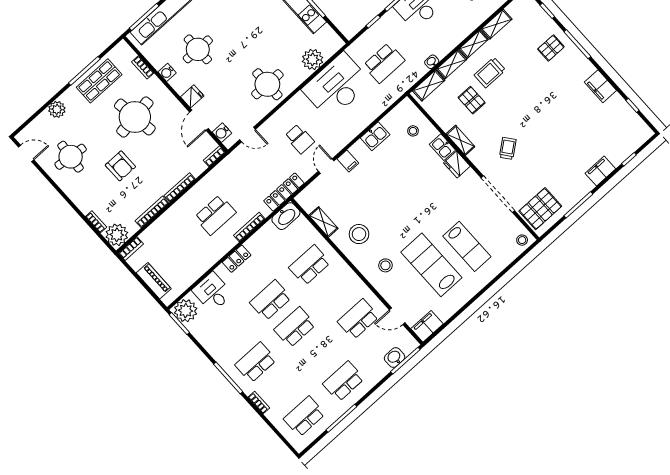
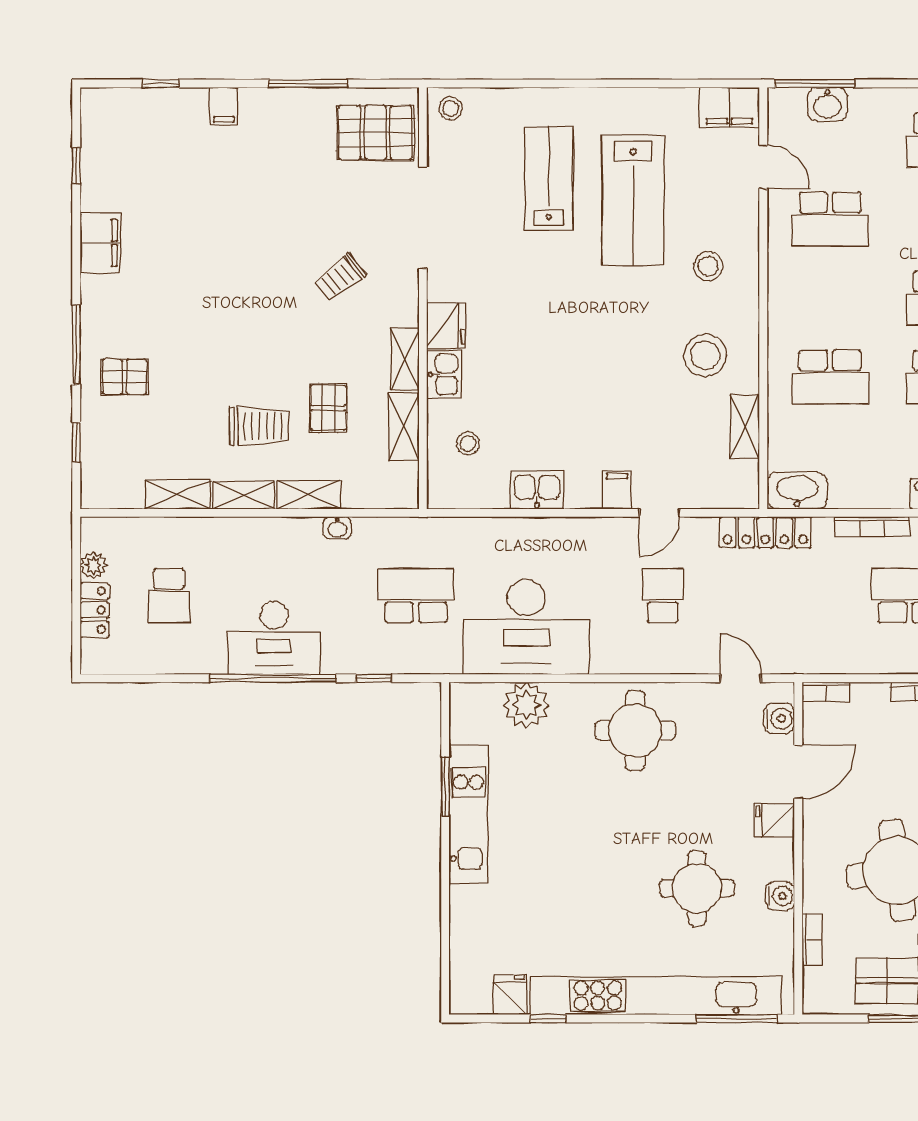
shelving: (429, 86) -> (404, 427), moved, turned 90
filing cabinet: (600, 171) -> (224, 106), width x0.50

